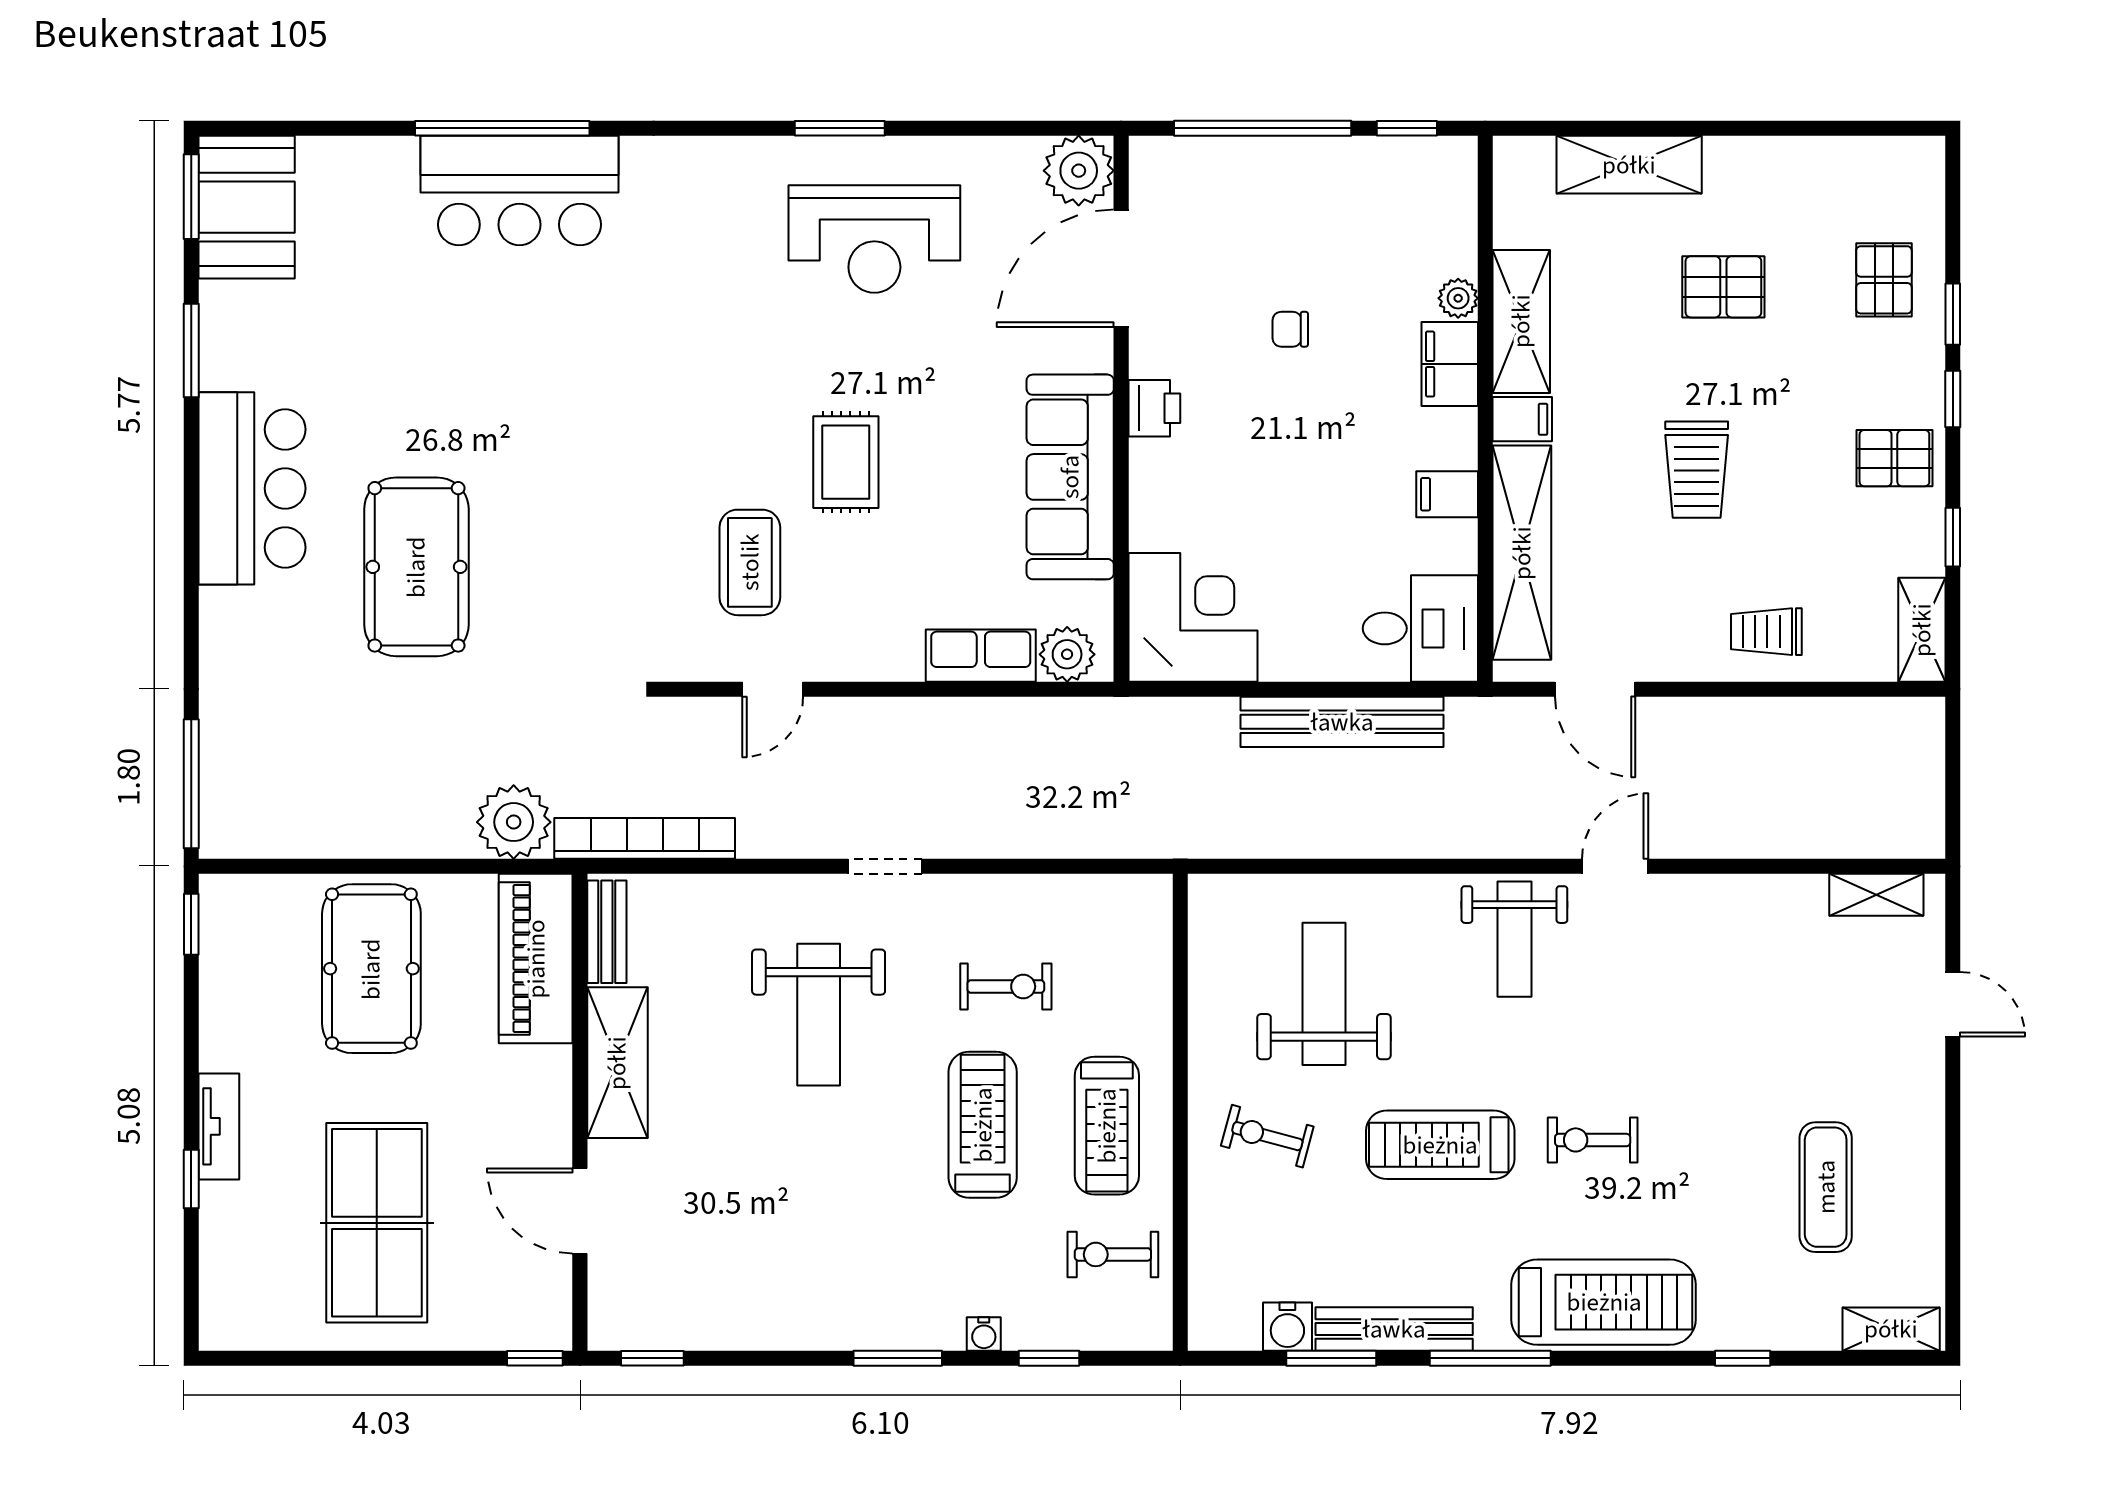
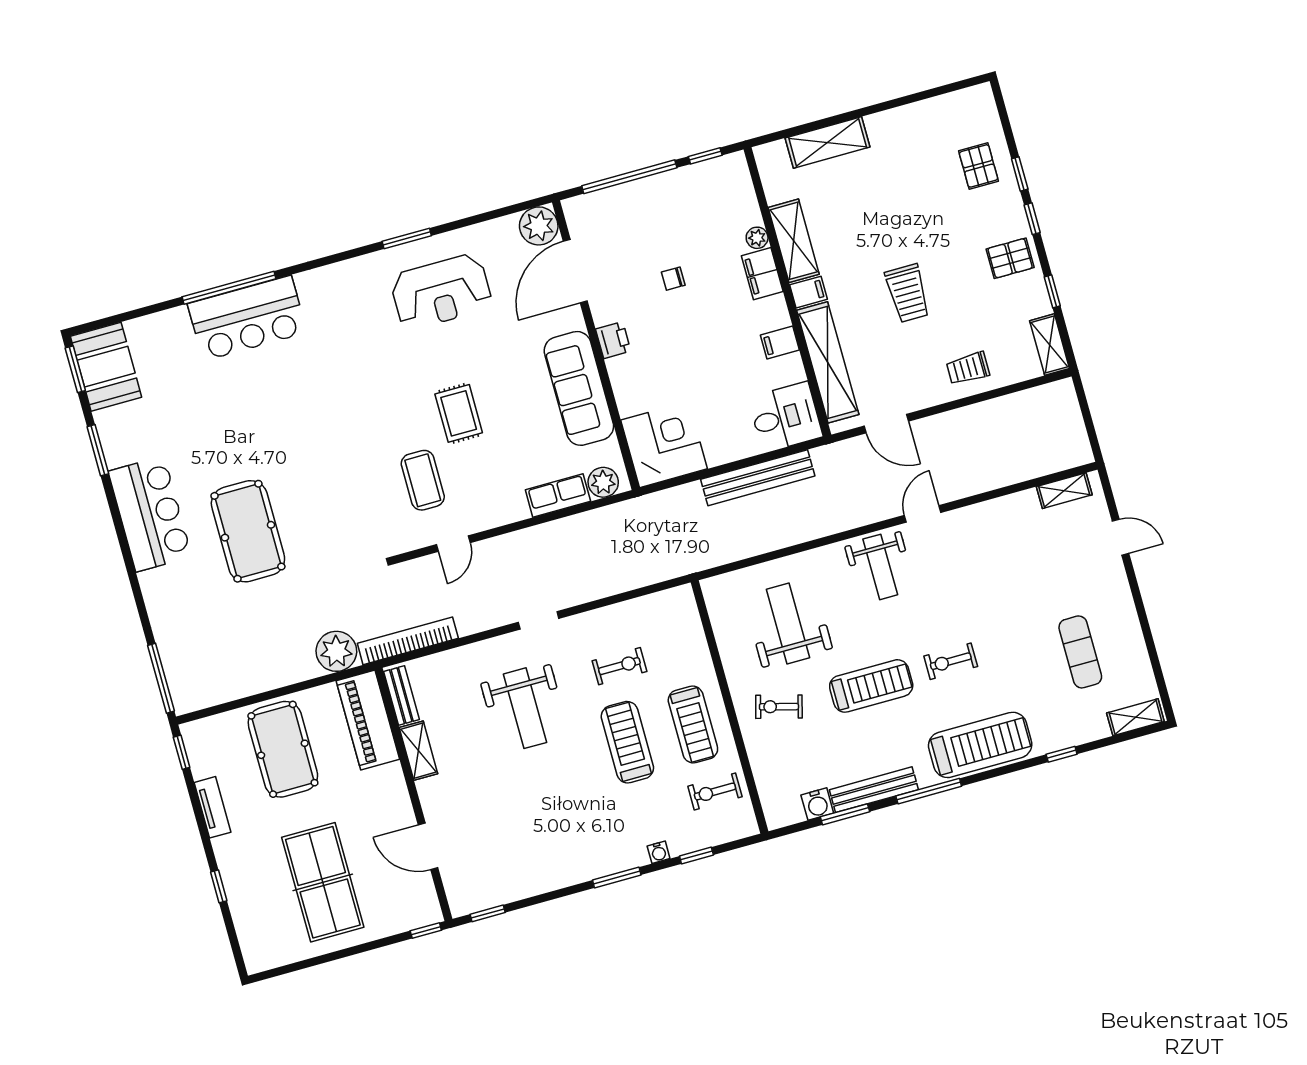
pallet: (1723, 287) -> (895, 193), removed
shelving: (617, 1063) -> (418, 751), width x0.67, depth x0.75
tv unit: (219, 1126) -> (212, 807), moved
treadmill: (1440, 1145) -> (871, 686), turned 180

